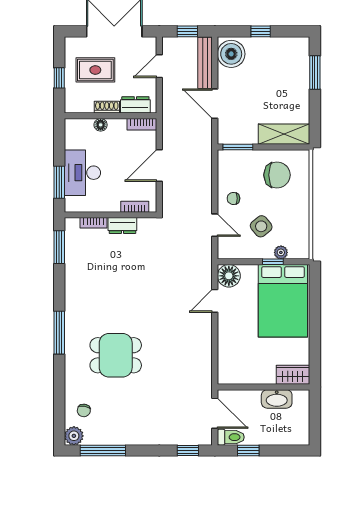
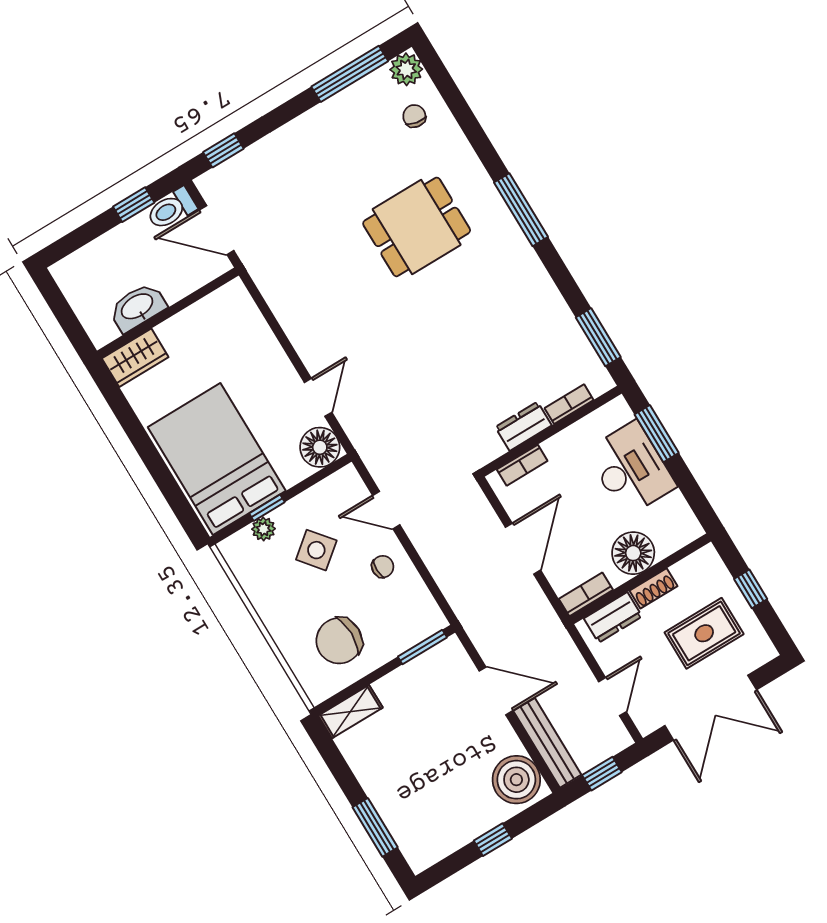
floor lamp: (101, 125) -> (633, 553), width x1.89, depth x1.89
shelving: (284, 134) -> (350, 712), width x0.67, depth x0.75

